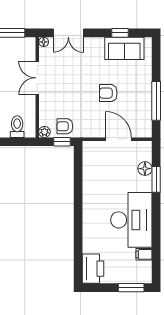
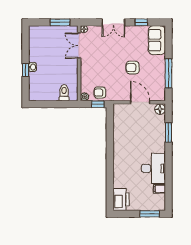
double door: (68, 33) -> (113, 22), moved
sofa: (124, 48) -> (157, 40), moved, turned 90
double door: (37, 78) -> (79, 46), moved
floor lamp: (145, 169) -> (160, 109), moved
desk: (131, 220) -> (153, 168), width x0.73, depth x0.77

